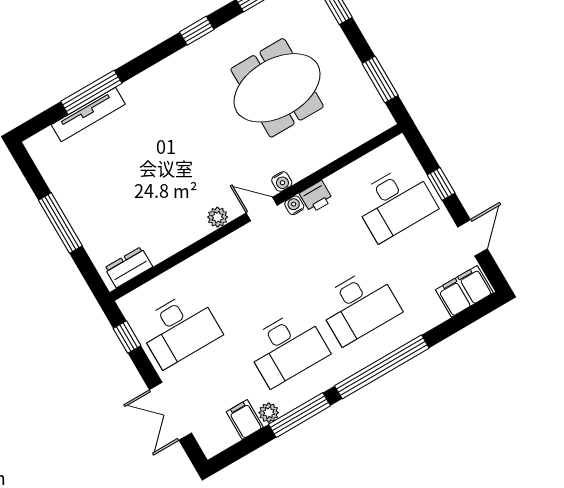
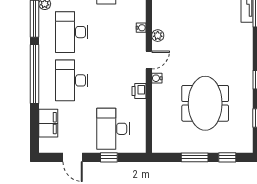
window: (380, 80) -> (195, 157), moved
water cooler: (294, 205) -> (141, 28), moved
filing cabinet: (464, 291) -> (48, 123), moved

